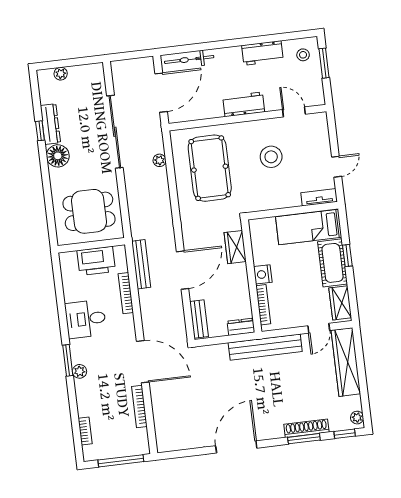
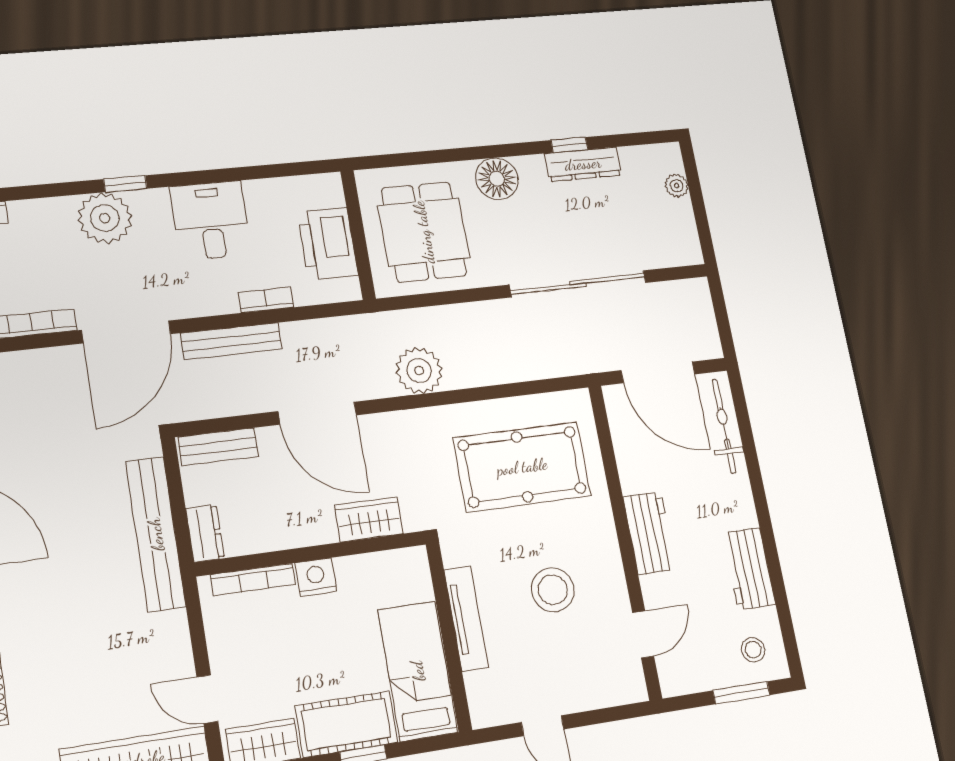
floor lamp: (58, 156) -> (497, 179), moved
plant: (160, 160) -> (419, 370), moved, width x1.88, depth x1.88
tv unit: (319, 197) -> (466, 618), moved, width x1.41
bench: (141, 264) -> (231, 341), moved
bookcase: (126, 293) -> (266, 300), width x0.64
bench: (265, 347) -> (156, 534), moved
window: (68, 360) -> (125, 184), width x0.67
plant: (80, 371) -> (105, 218), width x1.88, depth x1.88

